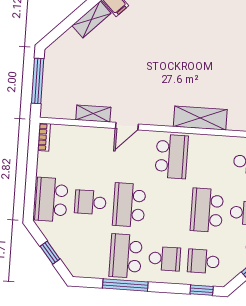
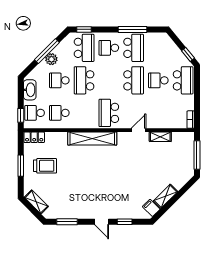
shelving: (200, 118) -> (92, 139), width x1.47
school desk: (90, 202) -> (158, 80), turned 180
school desk: (207, 210) -> (84, 80), turned 180
window: (50, 253) -> (188, 54), moved
school desk: (203, 261) -> (84, 48), width x1.85

